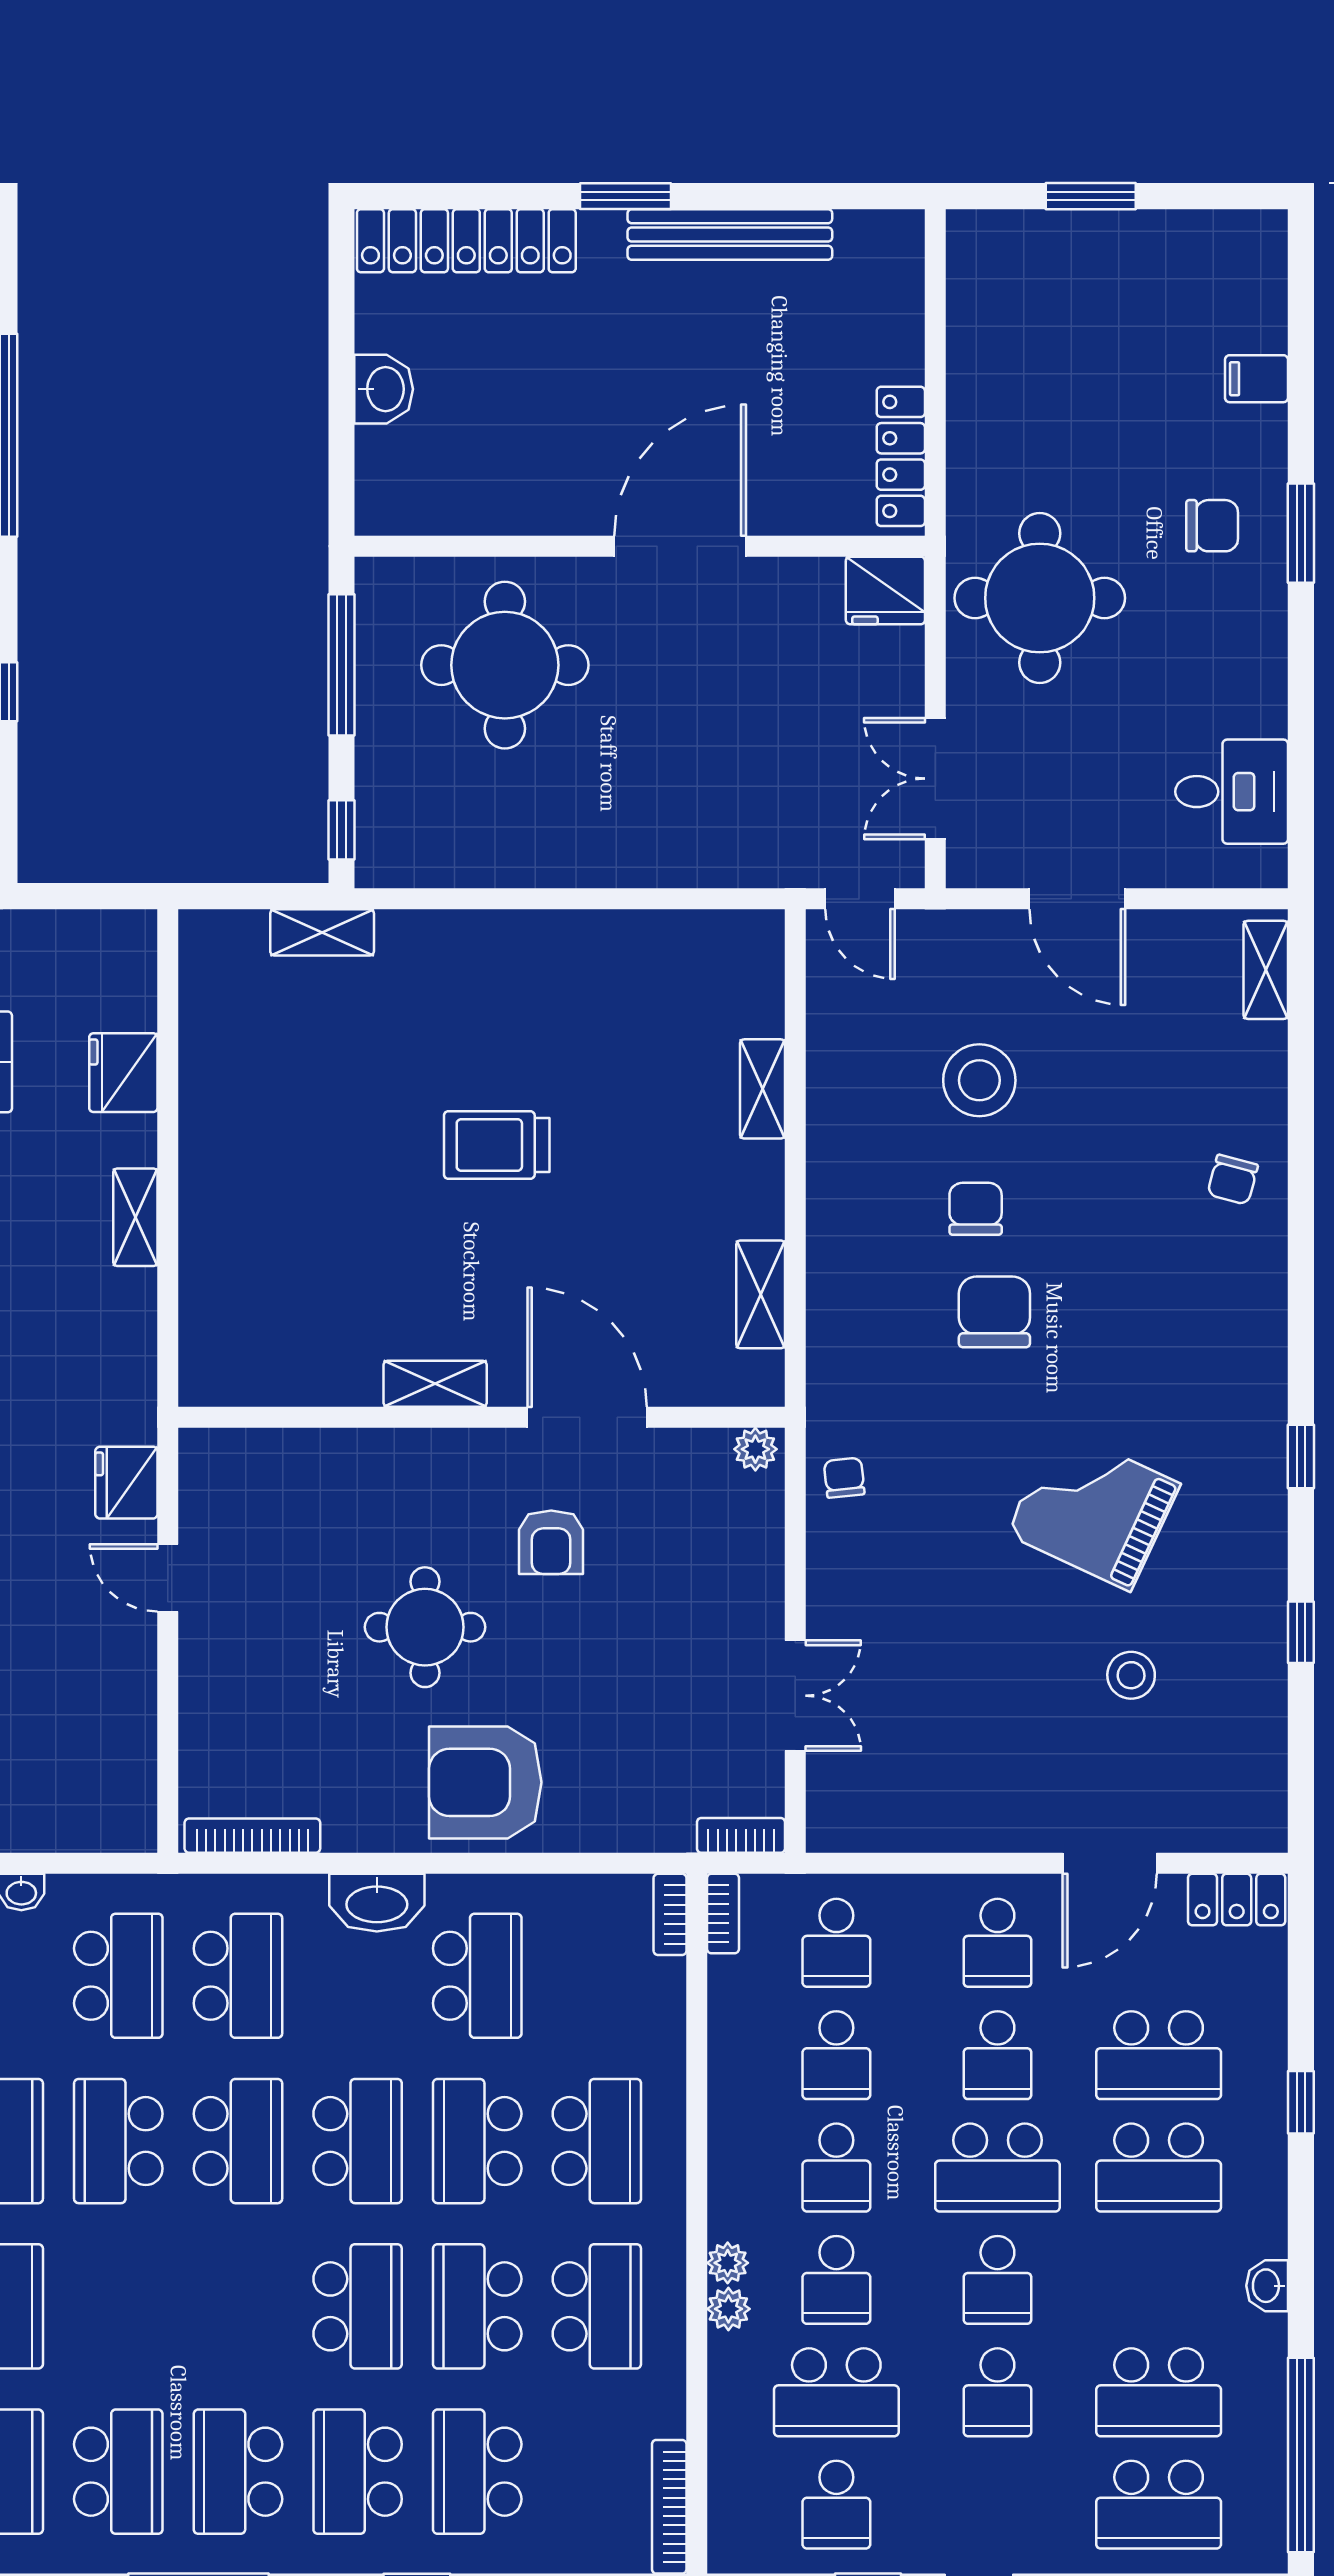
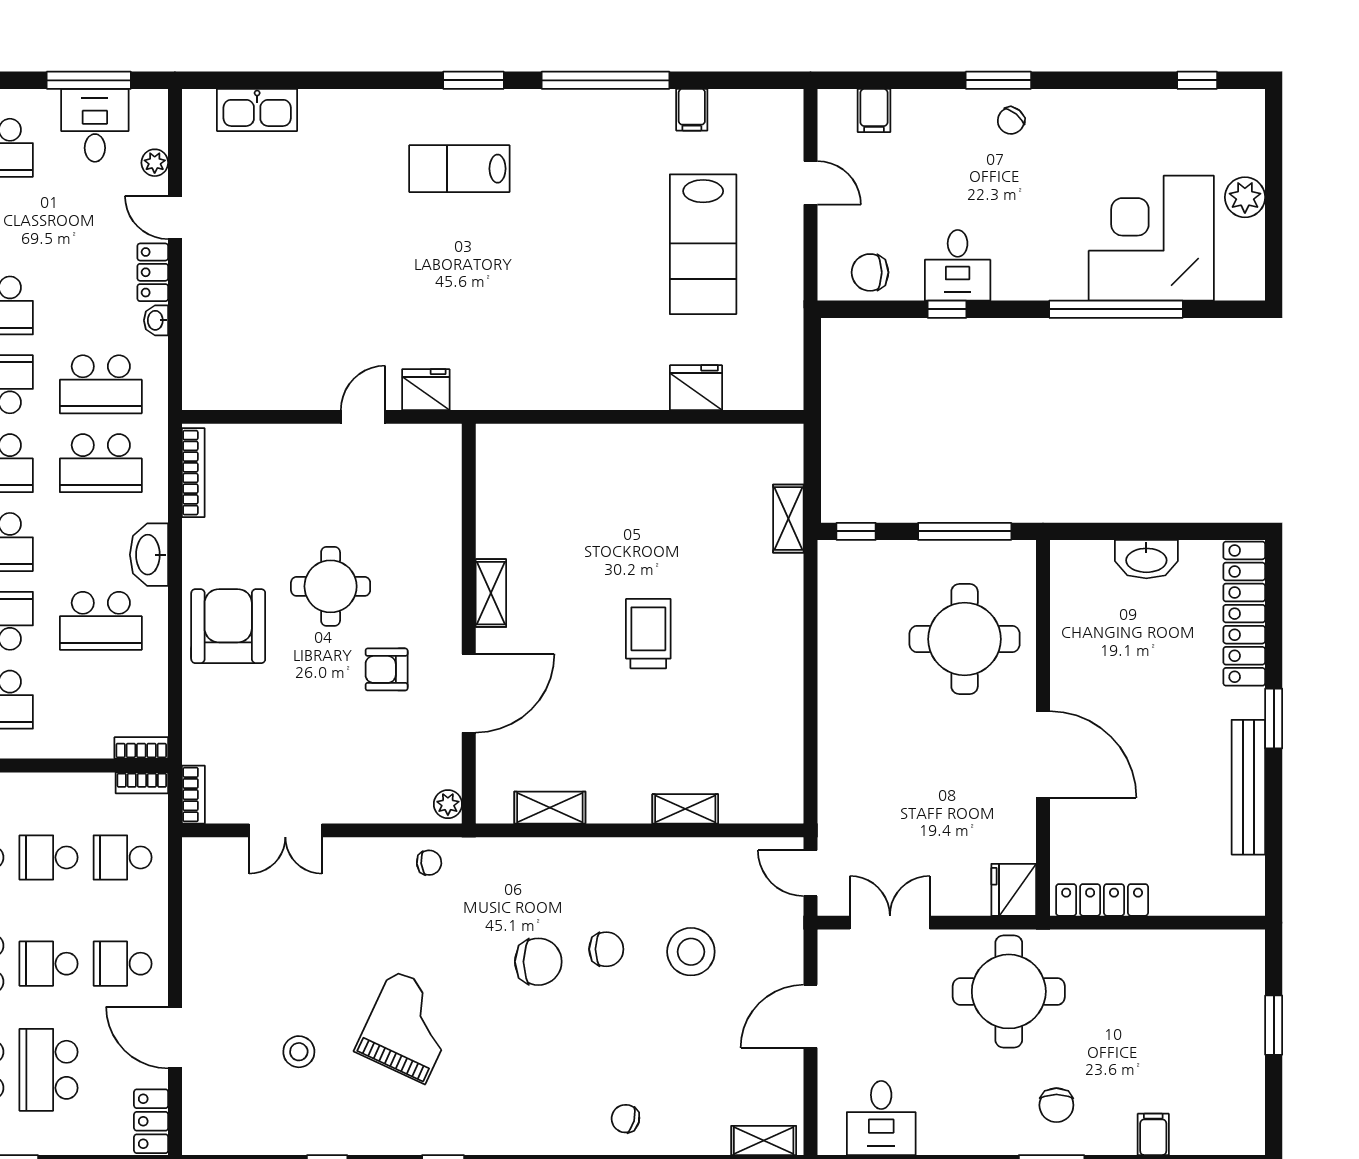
washbasin: (384, 389) -> (1146, 559), width x1.38
door: (860, 899) -> (811, 873), hinge flipped
shelving: (135, 1217) -> (601, 396), removed

